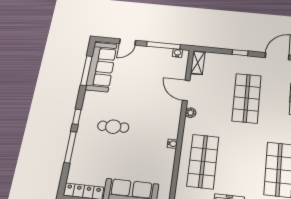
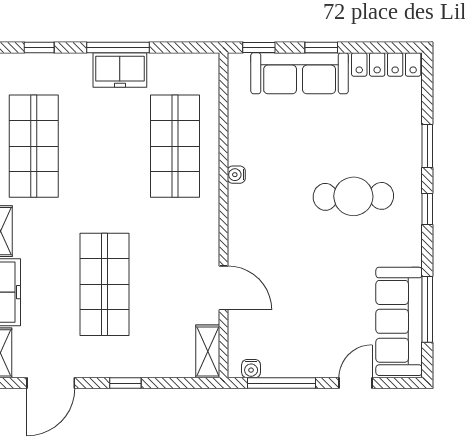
plant: (191, 113) -> (209, 242), removed
cafe table: (113, 127) -> (353, 196), width x1.37, depth x1.35
window: (70, 147) -> (427, 146), width x0.69

